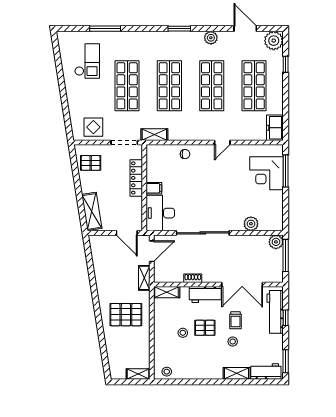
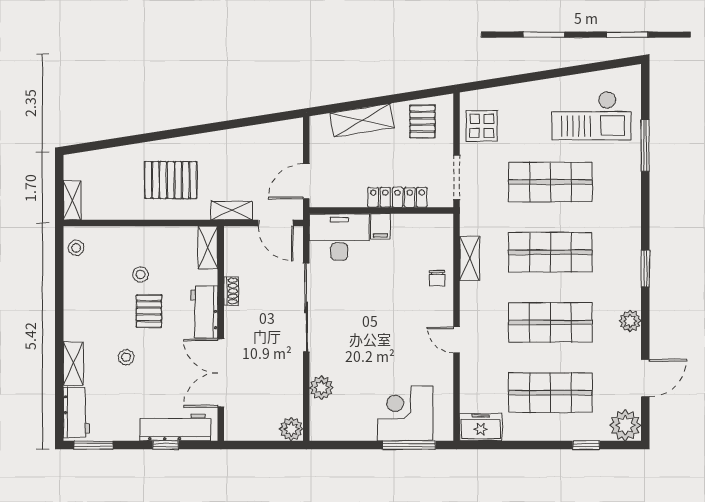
checkout: (87, 61) -> (592, 116), width x1.36, depth x1.21
shelving: (154, 135) -> (470, 258), moved
shelving: (92, 211) -> (362, 120), moved
window: (286, 255) -> (269, 445), removed
pallet: (126, 315) -> (171, 180), turned 90
trolley: (235, 320) -> (161, 362), removed

